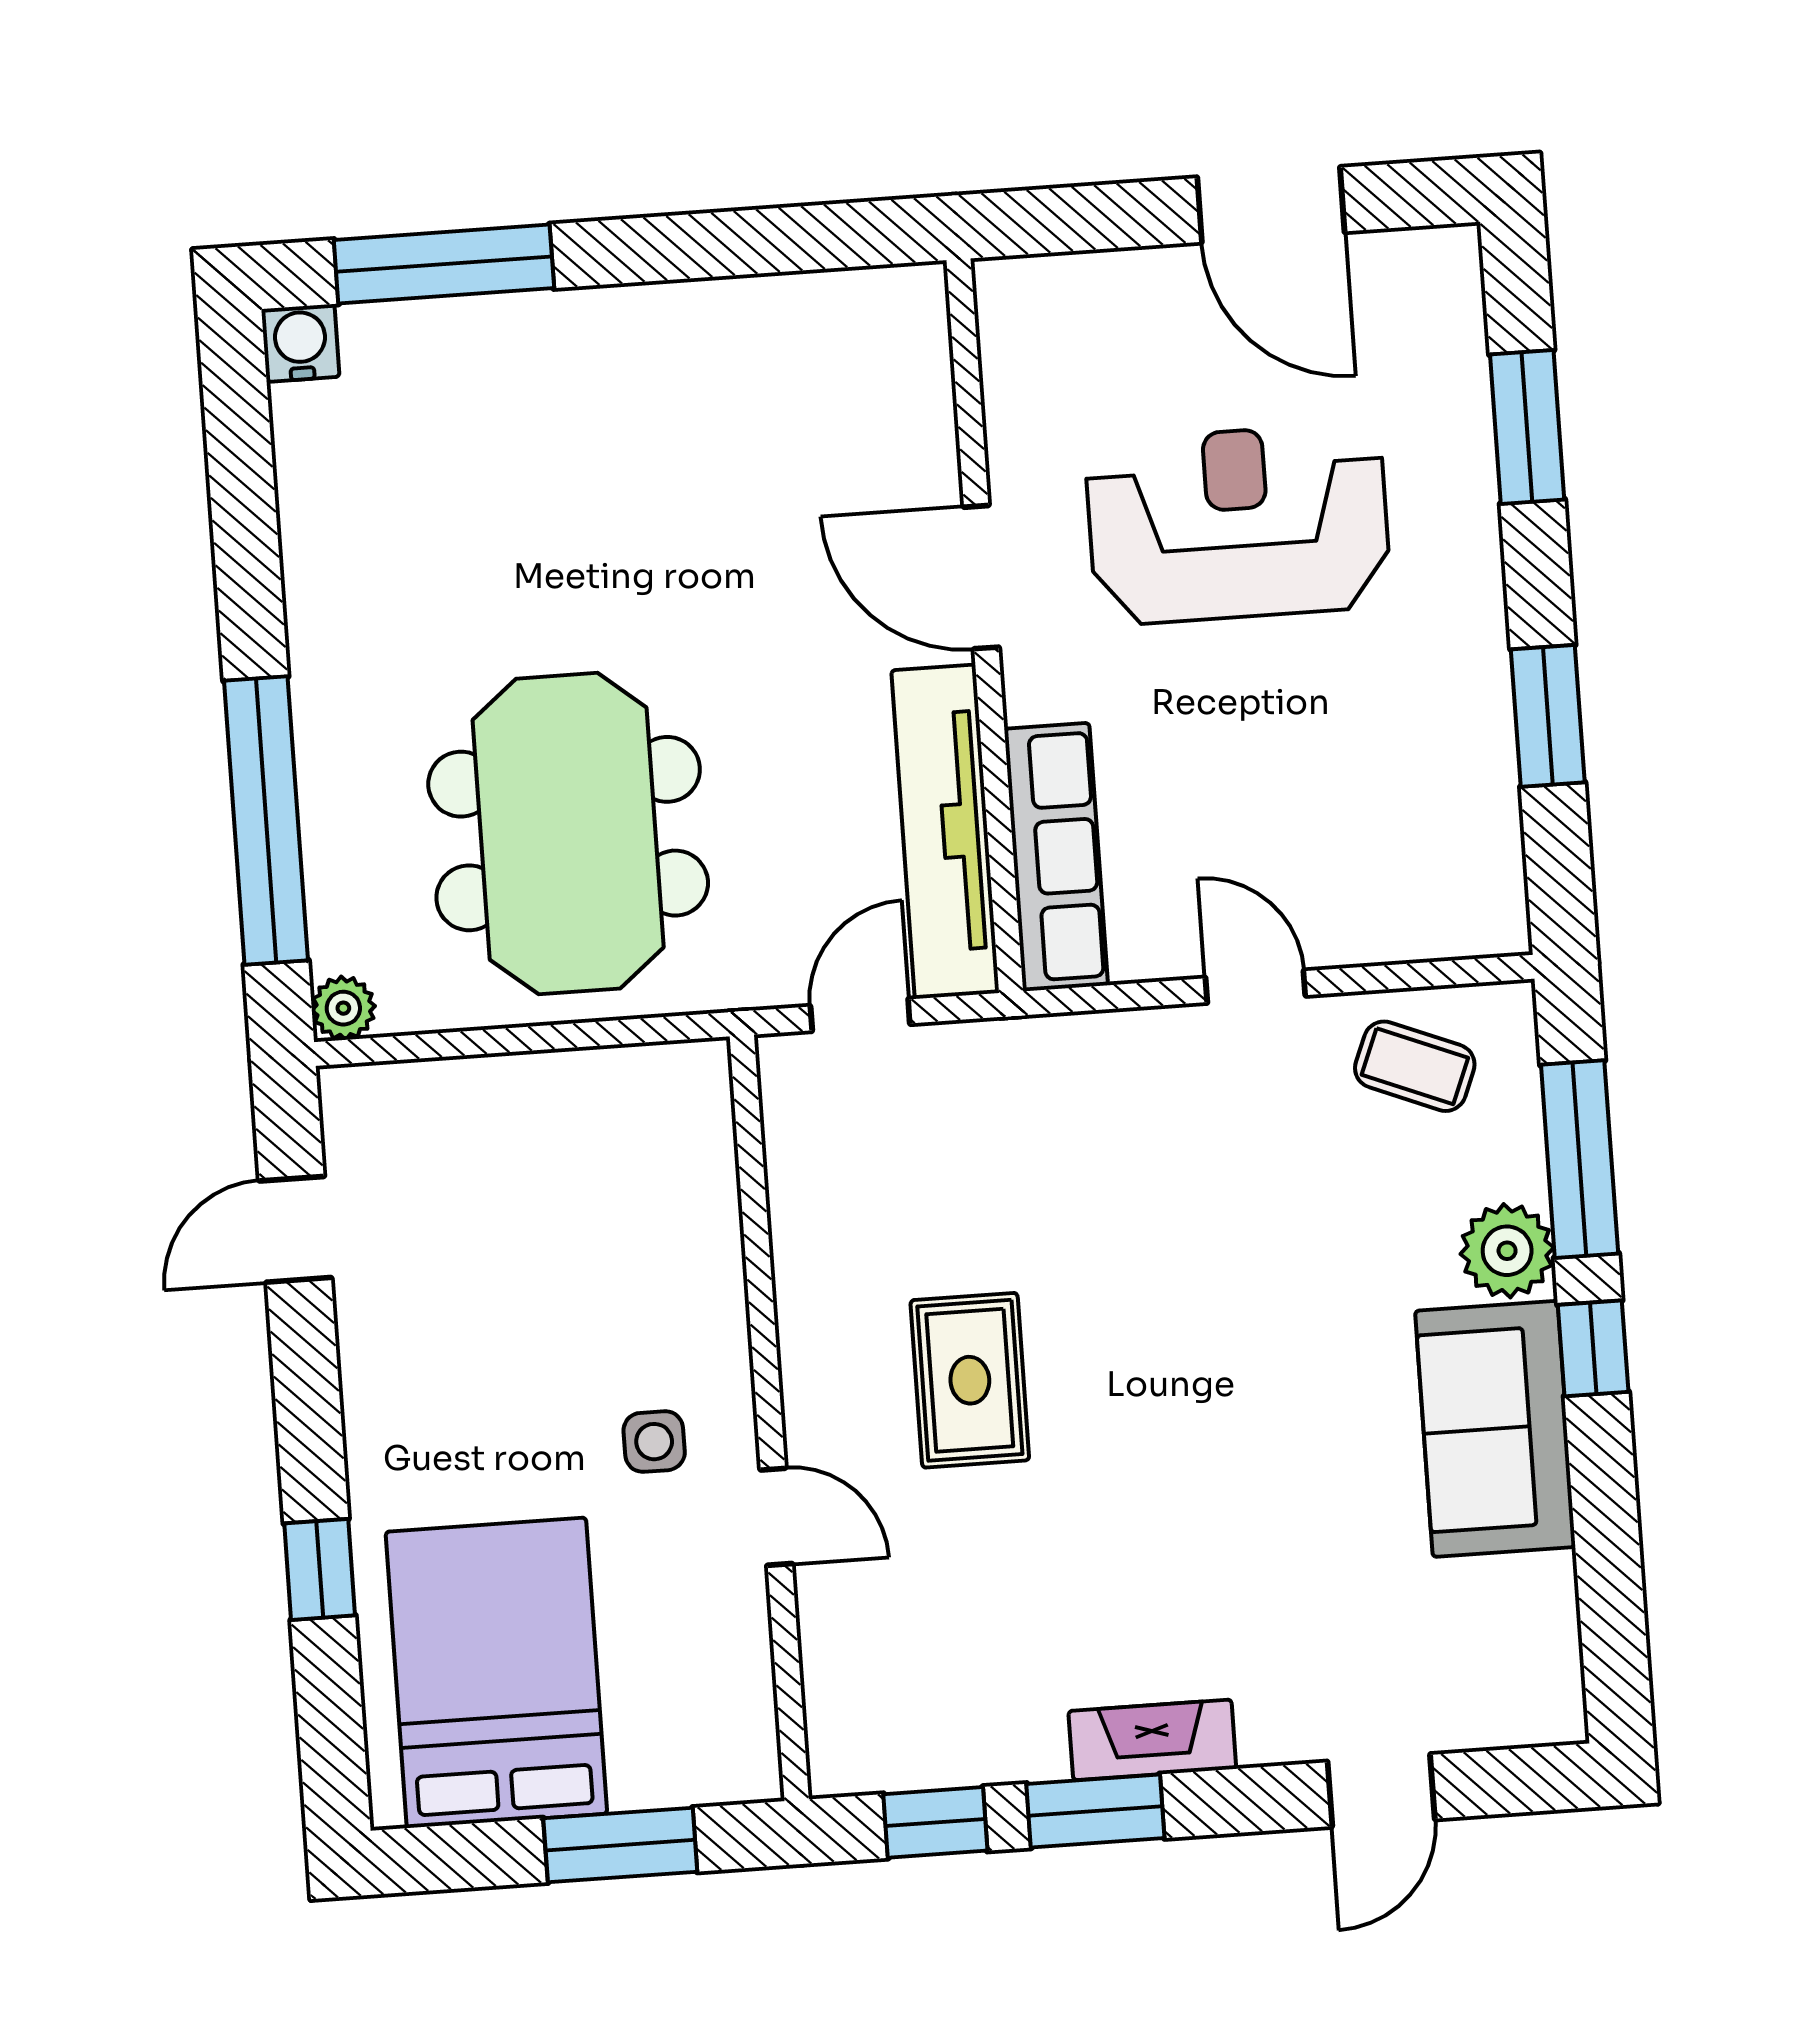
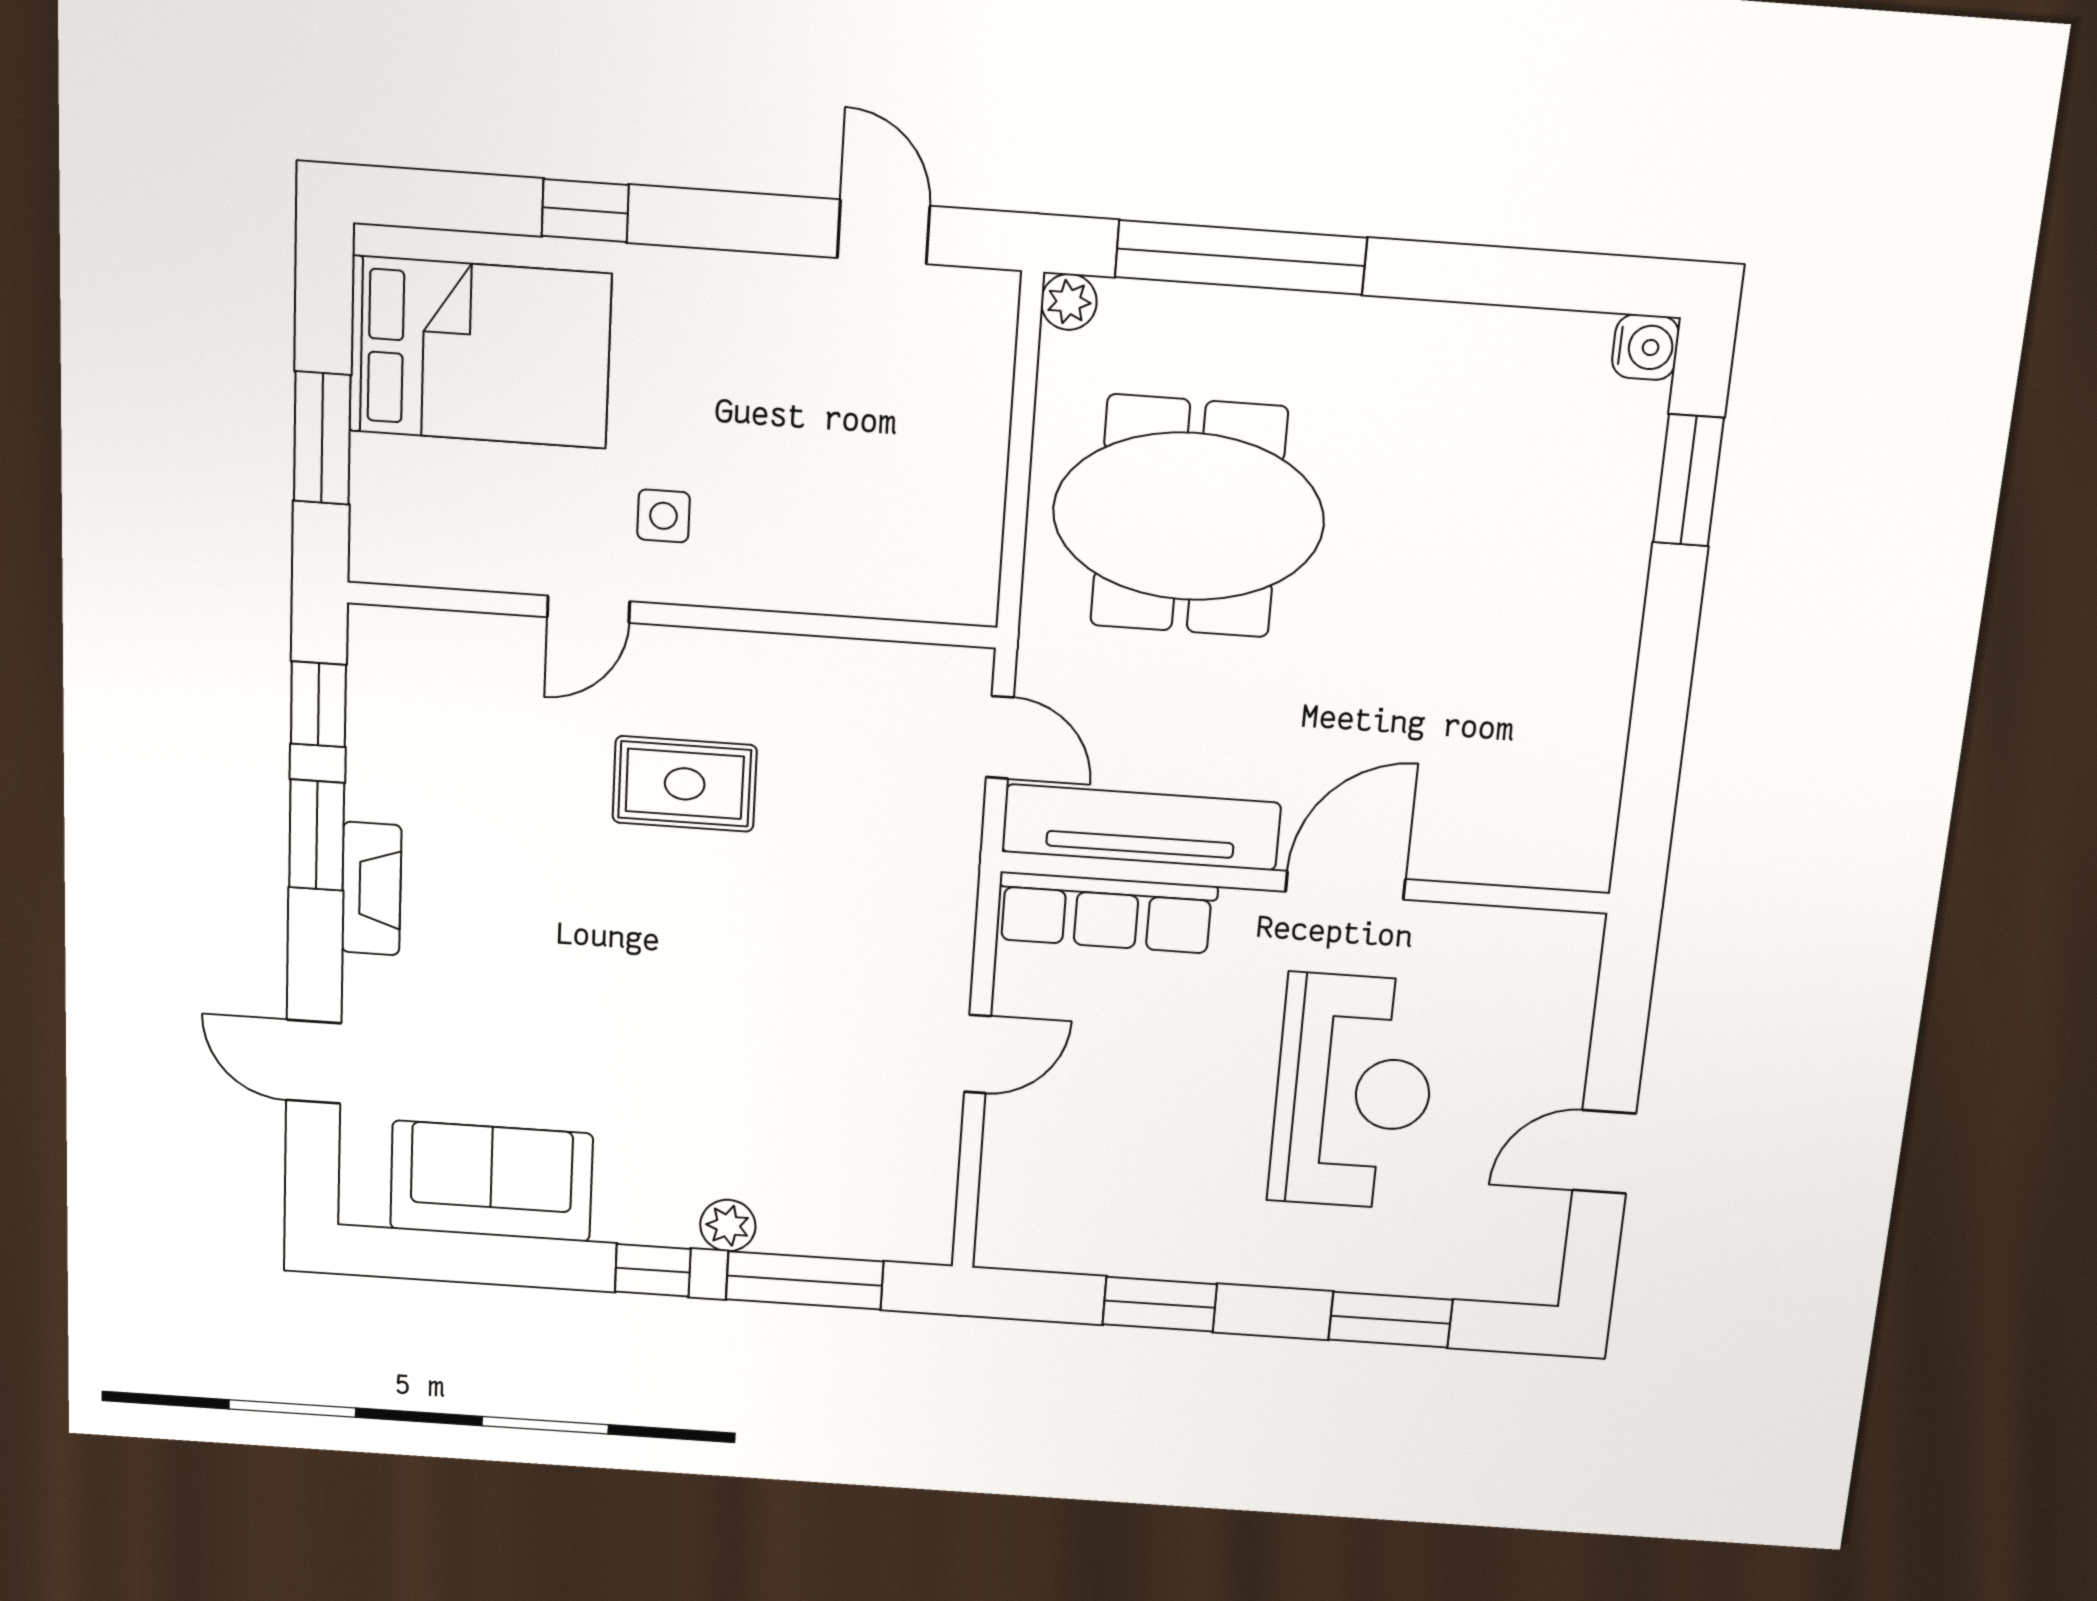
door: (1271, 205) -> (1604, 1152), width x0.73
window: (444, 264) -> (1688, 480), width x0.69
coffee table: (1415, 1066) -> (896, 1167), removed
plant: (1507, 1251) -> (728, 1226), width x0.73, depth x0.73
sofa: (1495, 1429) -> (491, 1181), moved

